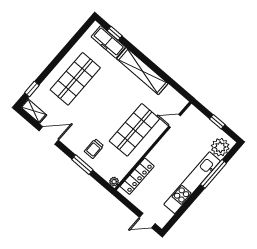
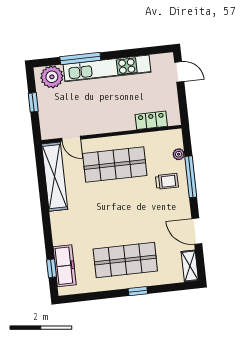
shelving: (142, 71) -> (55, 177), moved
window: (32, 89) -> (138, 291), moved
window: (82, 165) -> (191, 177), width x1.44
locker: (137, 176) -> (151, 120), width x0.66
plant: (114, 182) -> (179, 154), moved

